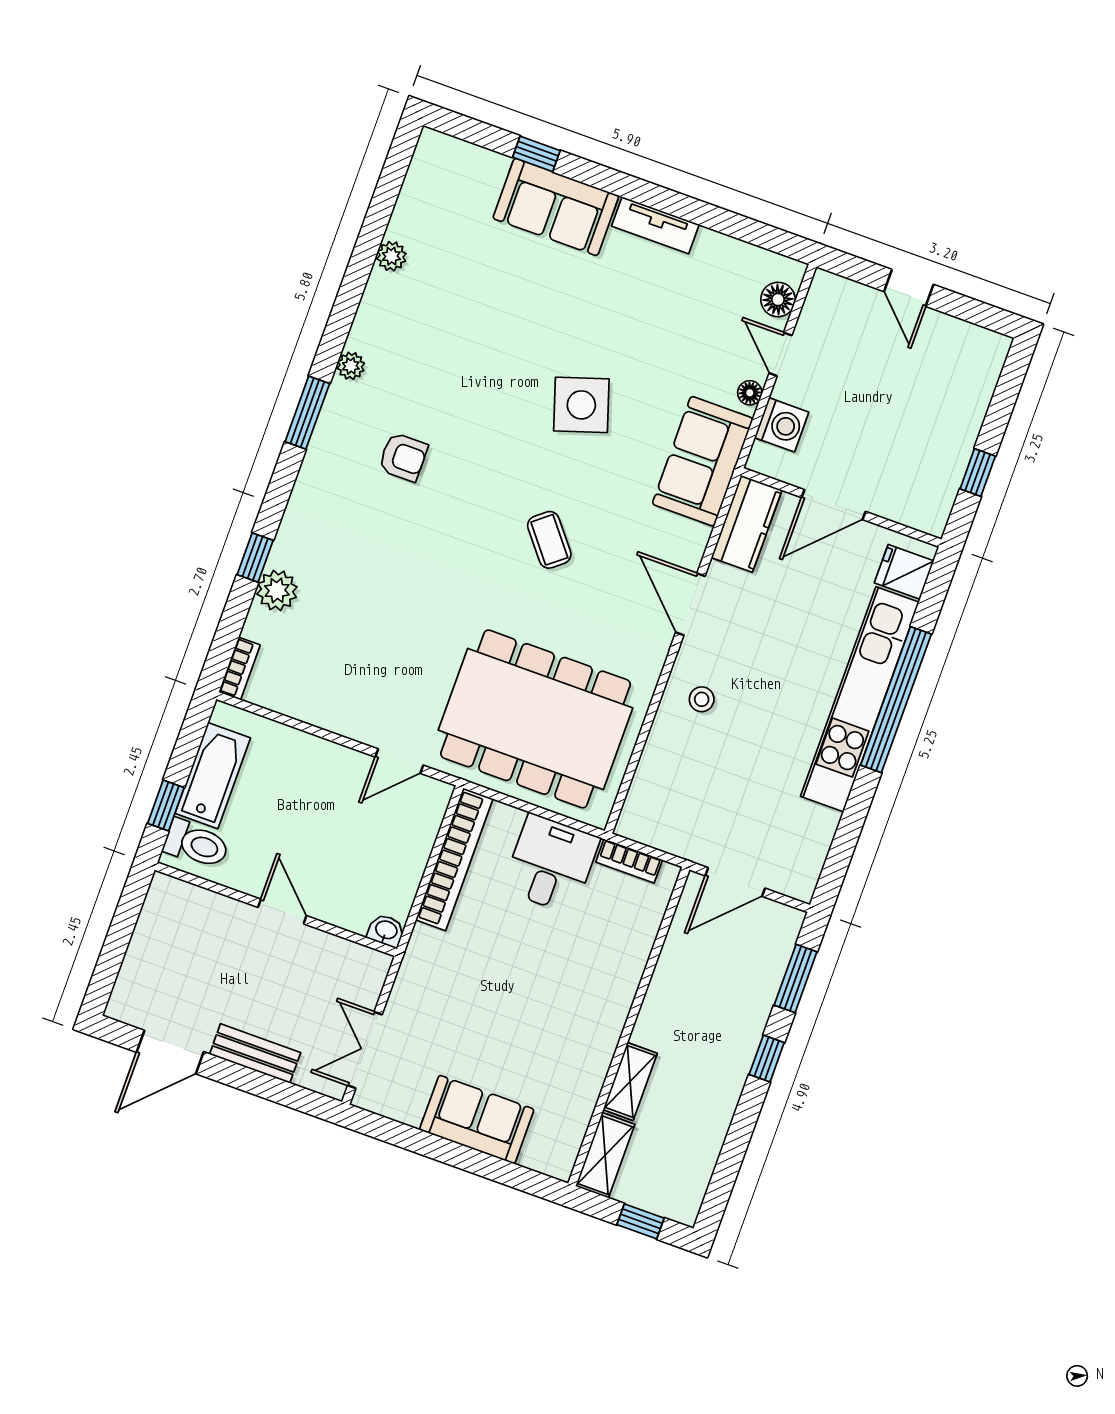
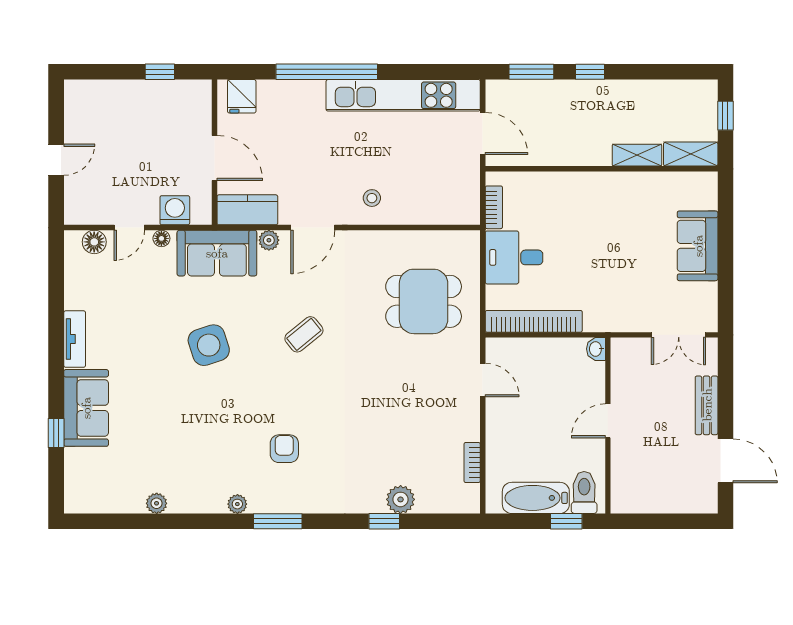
plant: (695, 538) -> (269, 240), added
bookcase: (239, 668) -> (472, 463), moved, turned -90
kitchen unit: (860, 699) -> (403, 95), moved
dining table: (536, 719) -> (424, 301), width x0.53, depth x0.80

